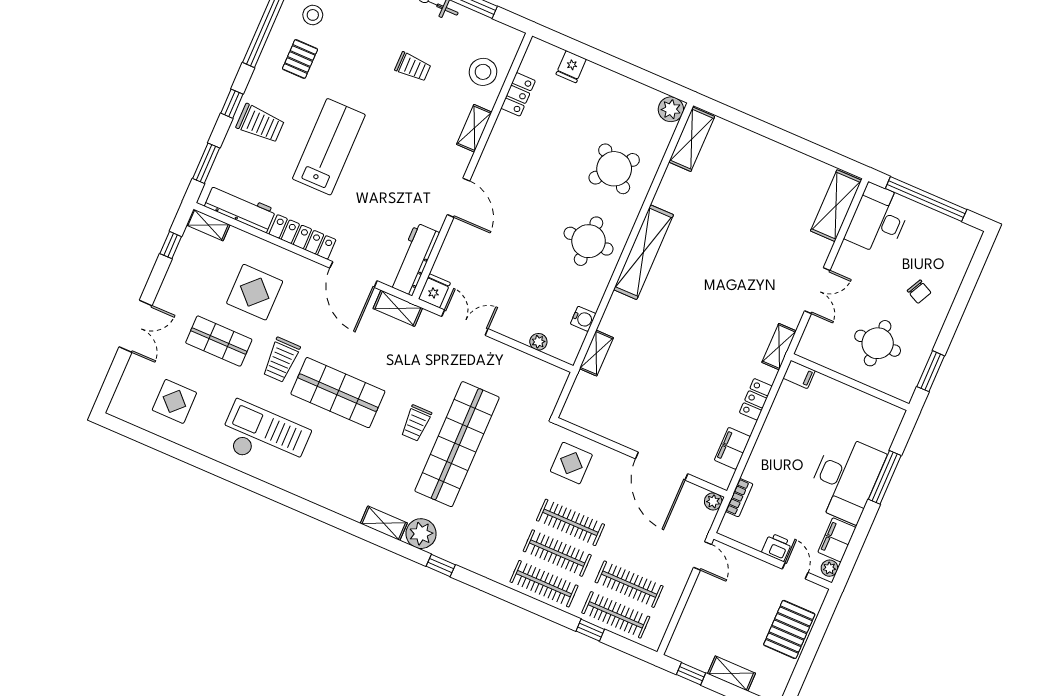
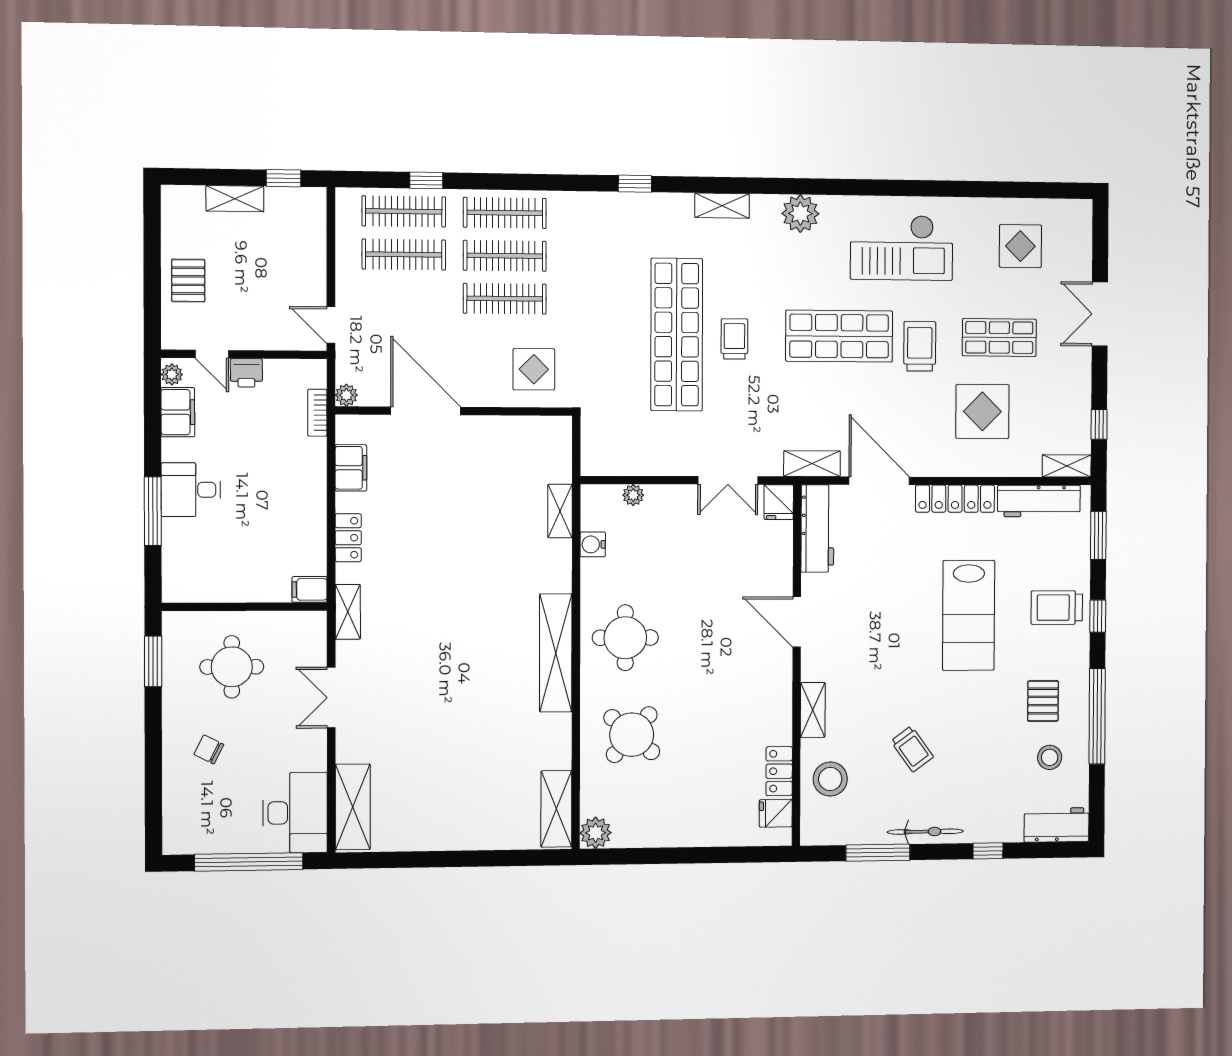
trolley: (413, 67) -> (912, 749), turned -126
fridge: (571, 67) -> (776, 813), moved, turned -90
desk: (845, 479) -> (191, 490), width x0.53, depth x0.77
plant: (421, 534) -> (800, 214), moved
pallet: (789, 629) -> (188, 281), width x0.67, depth x0.71

